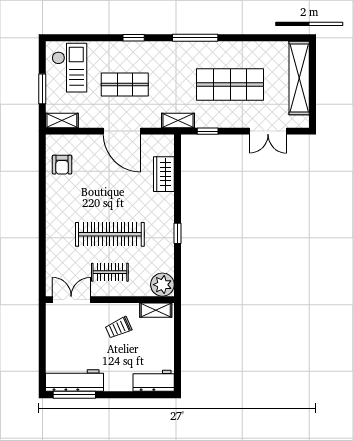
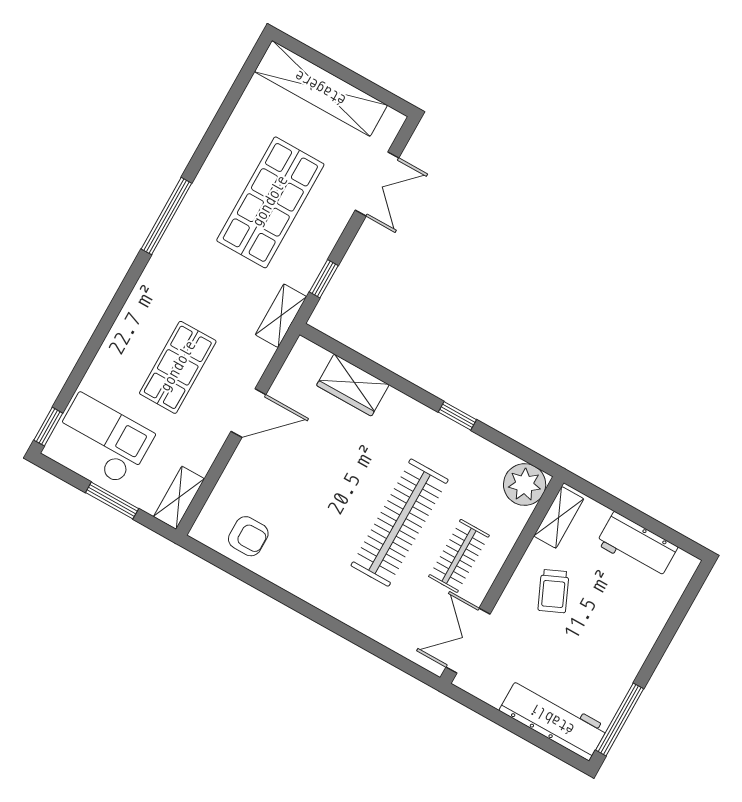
window: (134, 38) -> (48, 427), moved
door: (122, 131) -> (248, 413), width x0.73
workbench: (75, 380) -> (553, 719), moved, turned 90
workbench: (154, 381) -> (637, 545), moved, turned -90

